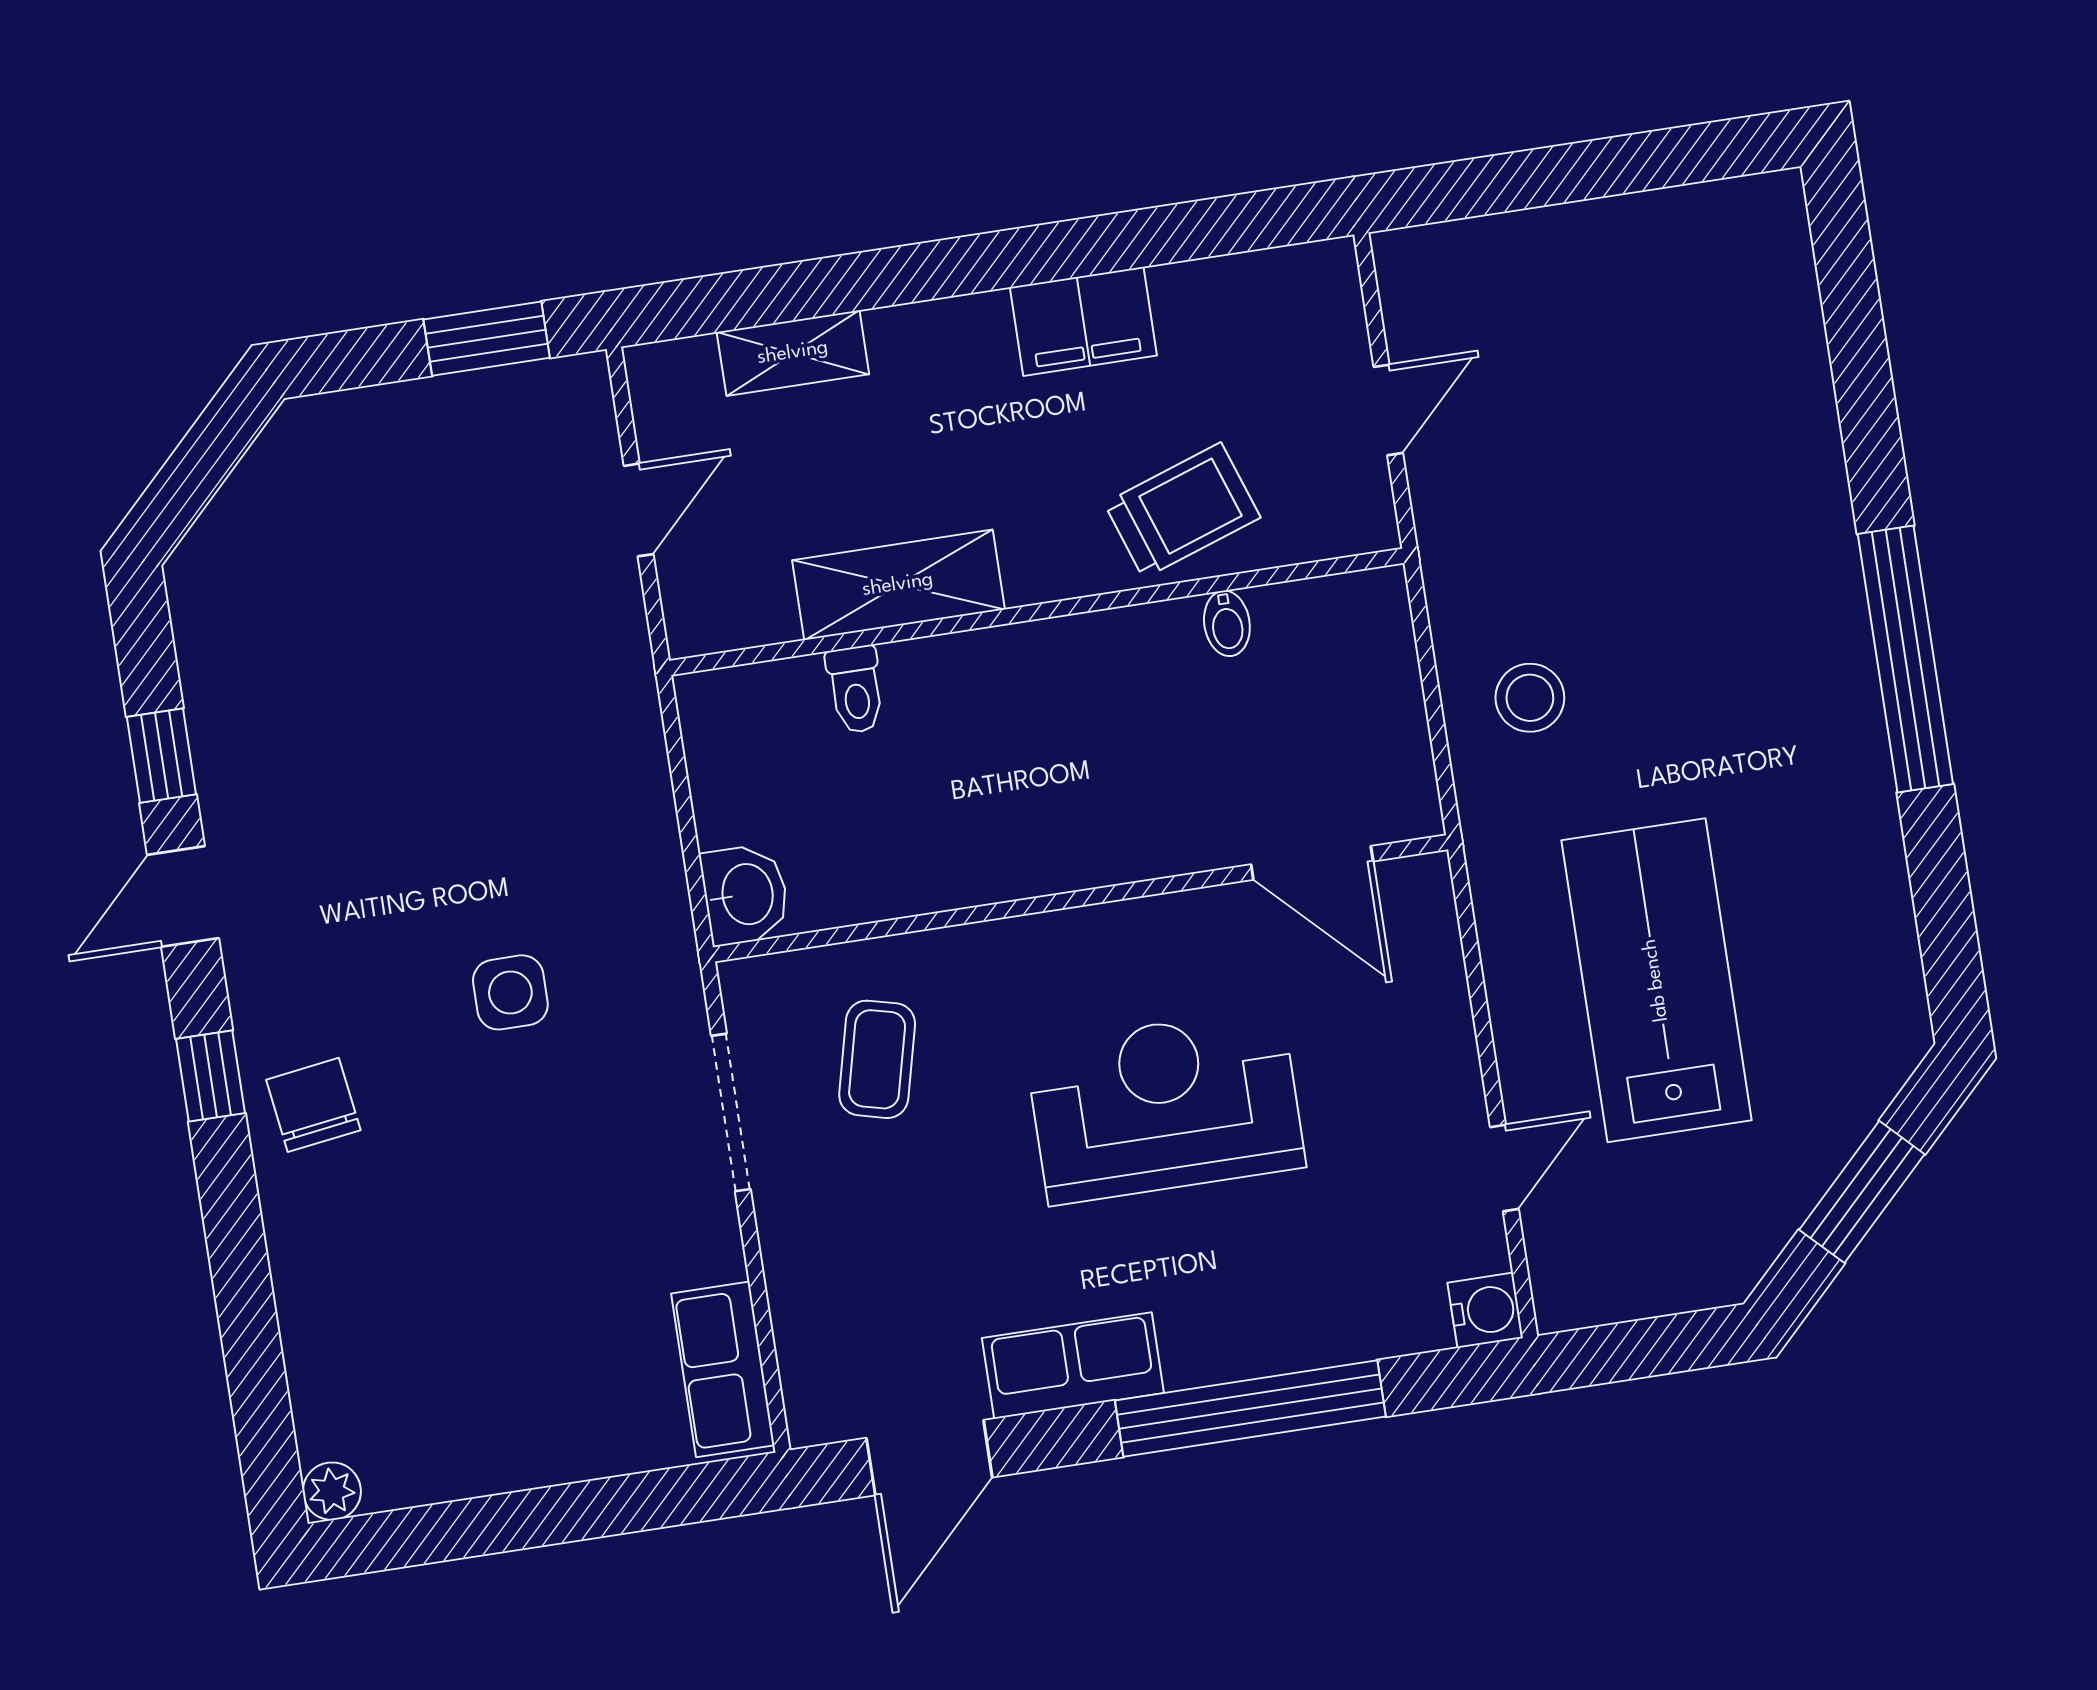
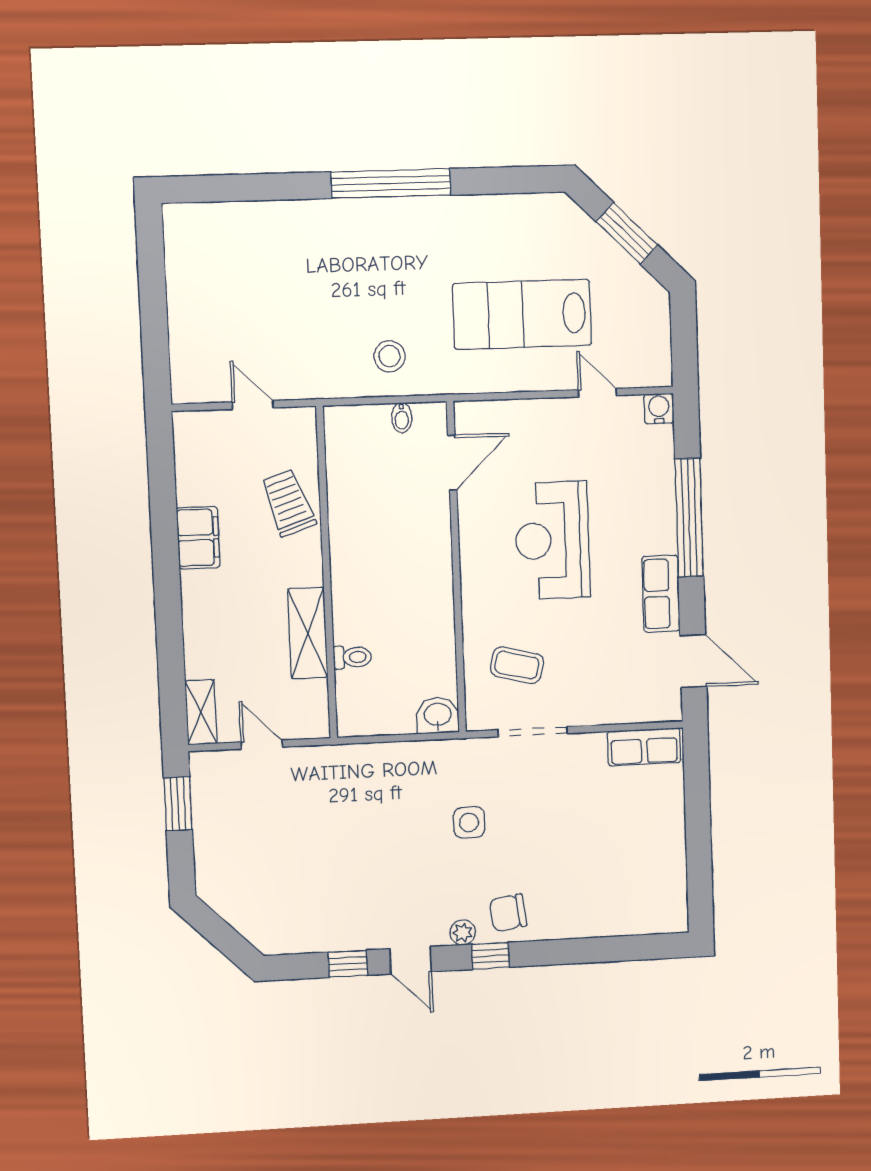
shelving: (793, 353) -> (201, 712), moved
bidet: (1227, 623) -> (402, 418), moved, turned 90
plant: (332, 1491) -> (463, 933), moved

